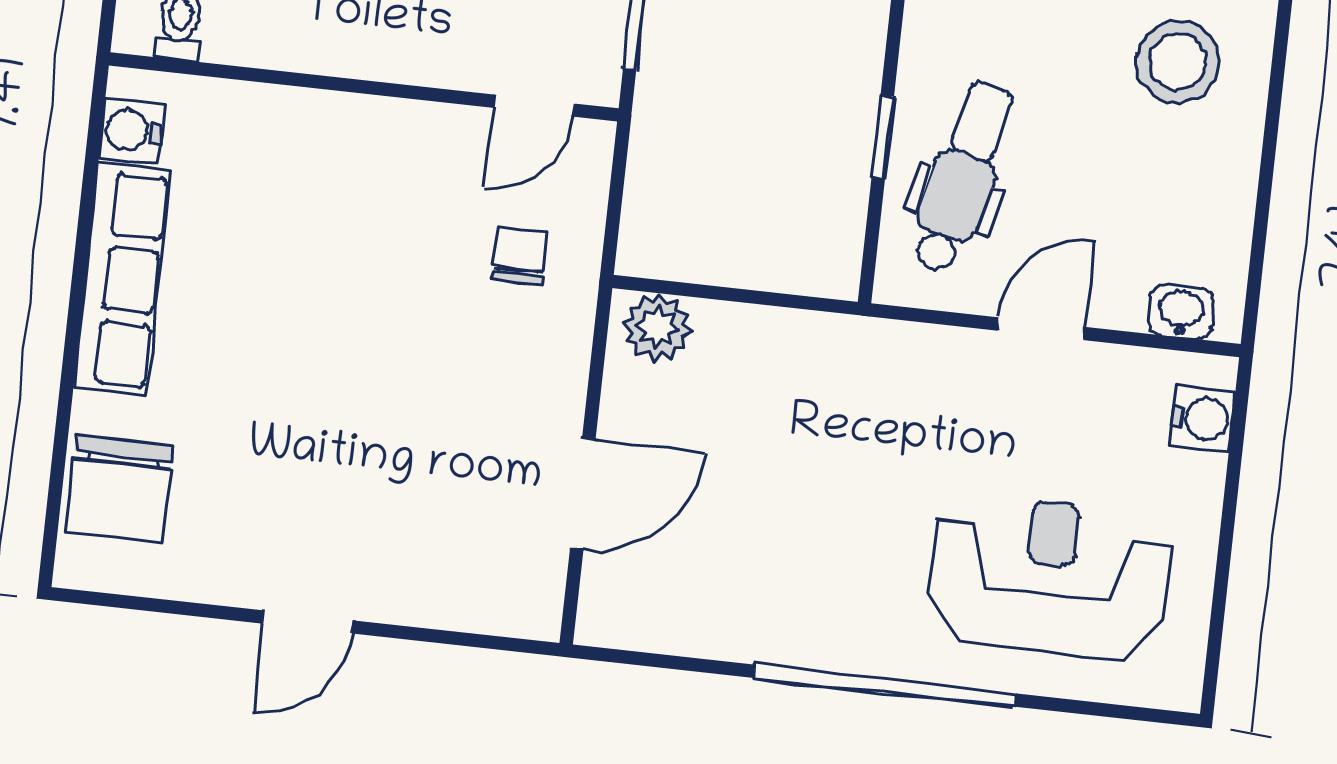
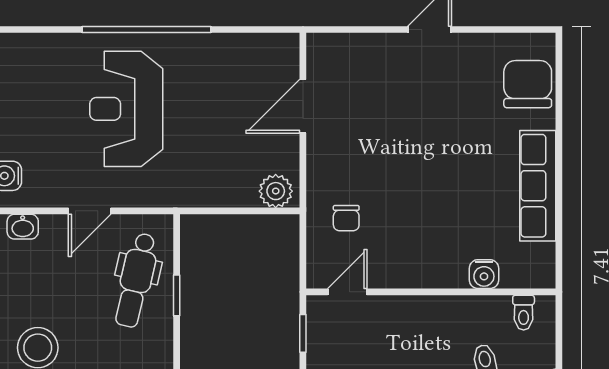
water cooler: (132, 131) -> (484, 274), moved, turned 90
reception desk: (1049, 577) -> (126, 109), moved, turned 90

